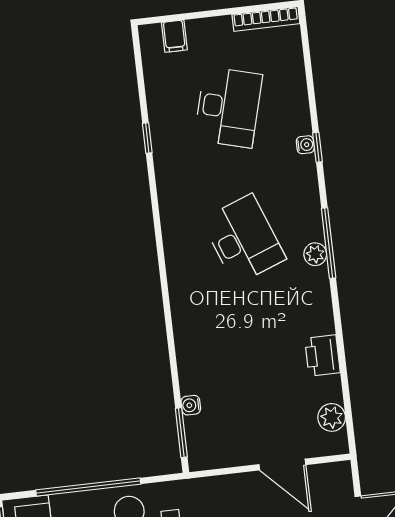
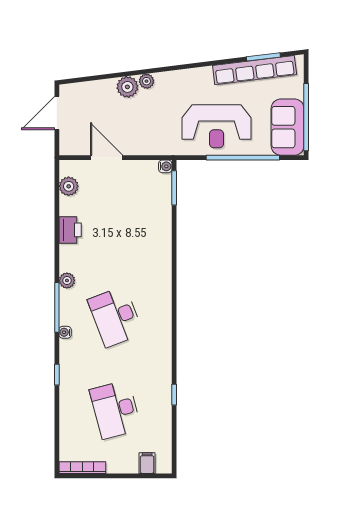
desk: (228, 107) -> (115, 410), turned -30
water cooler: (305, 145) -> (65, 332), moved
plant: (315, 254) -> (67, 280), moved
water cooler: (191, 405) -> (165, 166), moved

